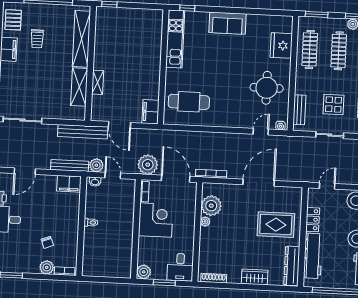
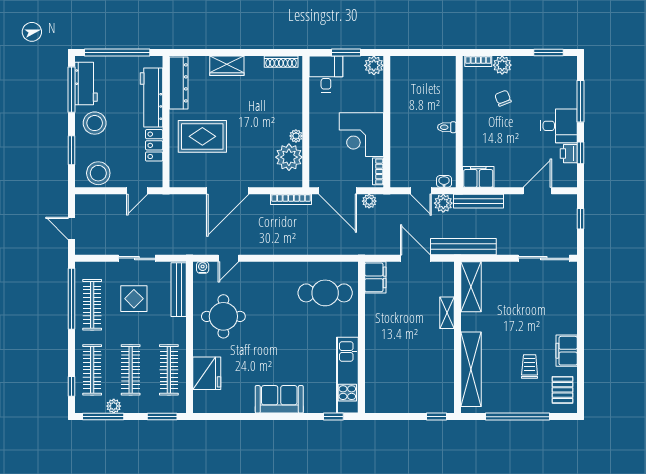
shelving: (79, 87) -> (471, 287), moved
bench: (299, 110) -> (179, 290), width x1.36
plant: (148, 165) -> (369, 201), width x0.53, depth x0.53

